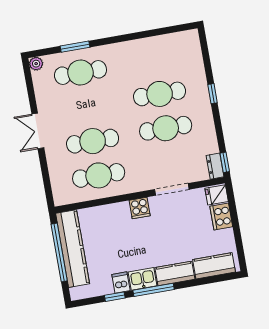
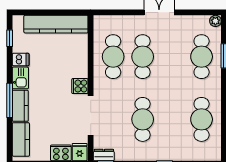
cafe table: (160, 94) -> (202, 119), moved
doorway: (172, 189) -> (91, 116), width x1.36
window: (59, 252) -> (55, 12), removed
window: (154, 290) -> (10, 100), moved
window: (115, 297) -> (10, 38), moved

